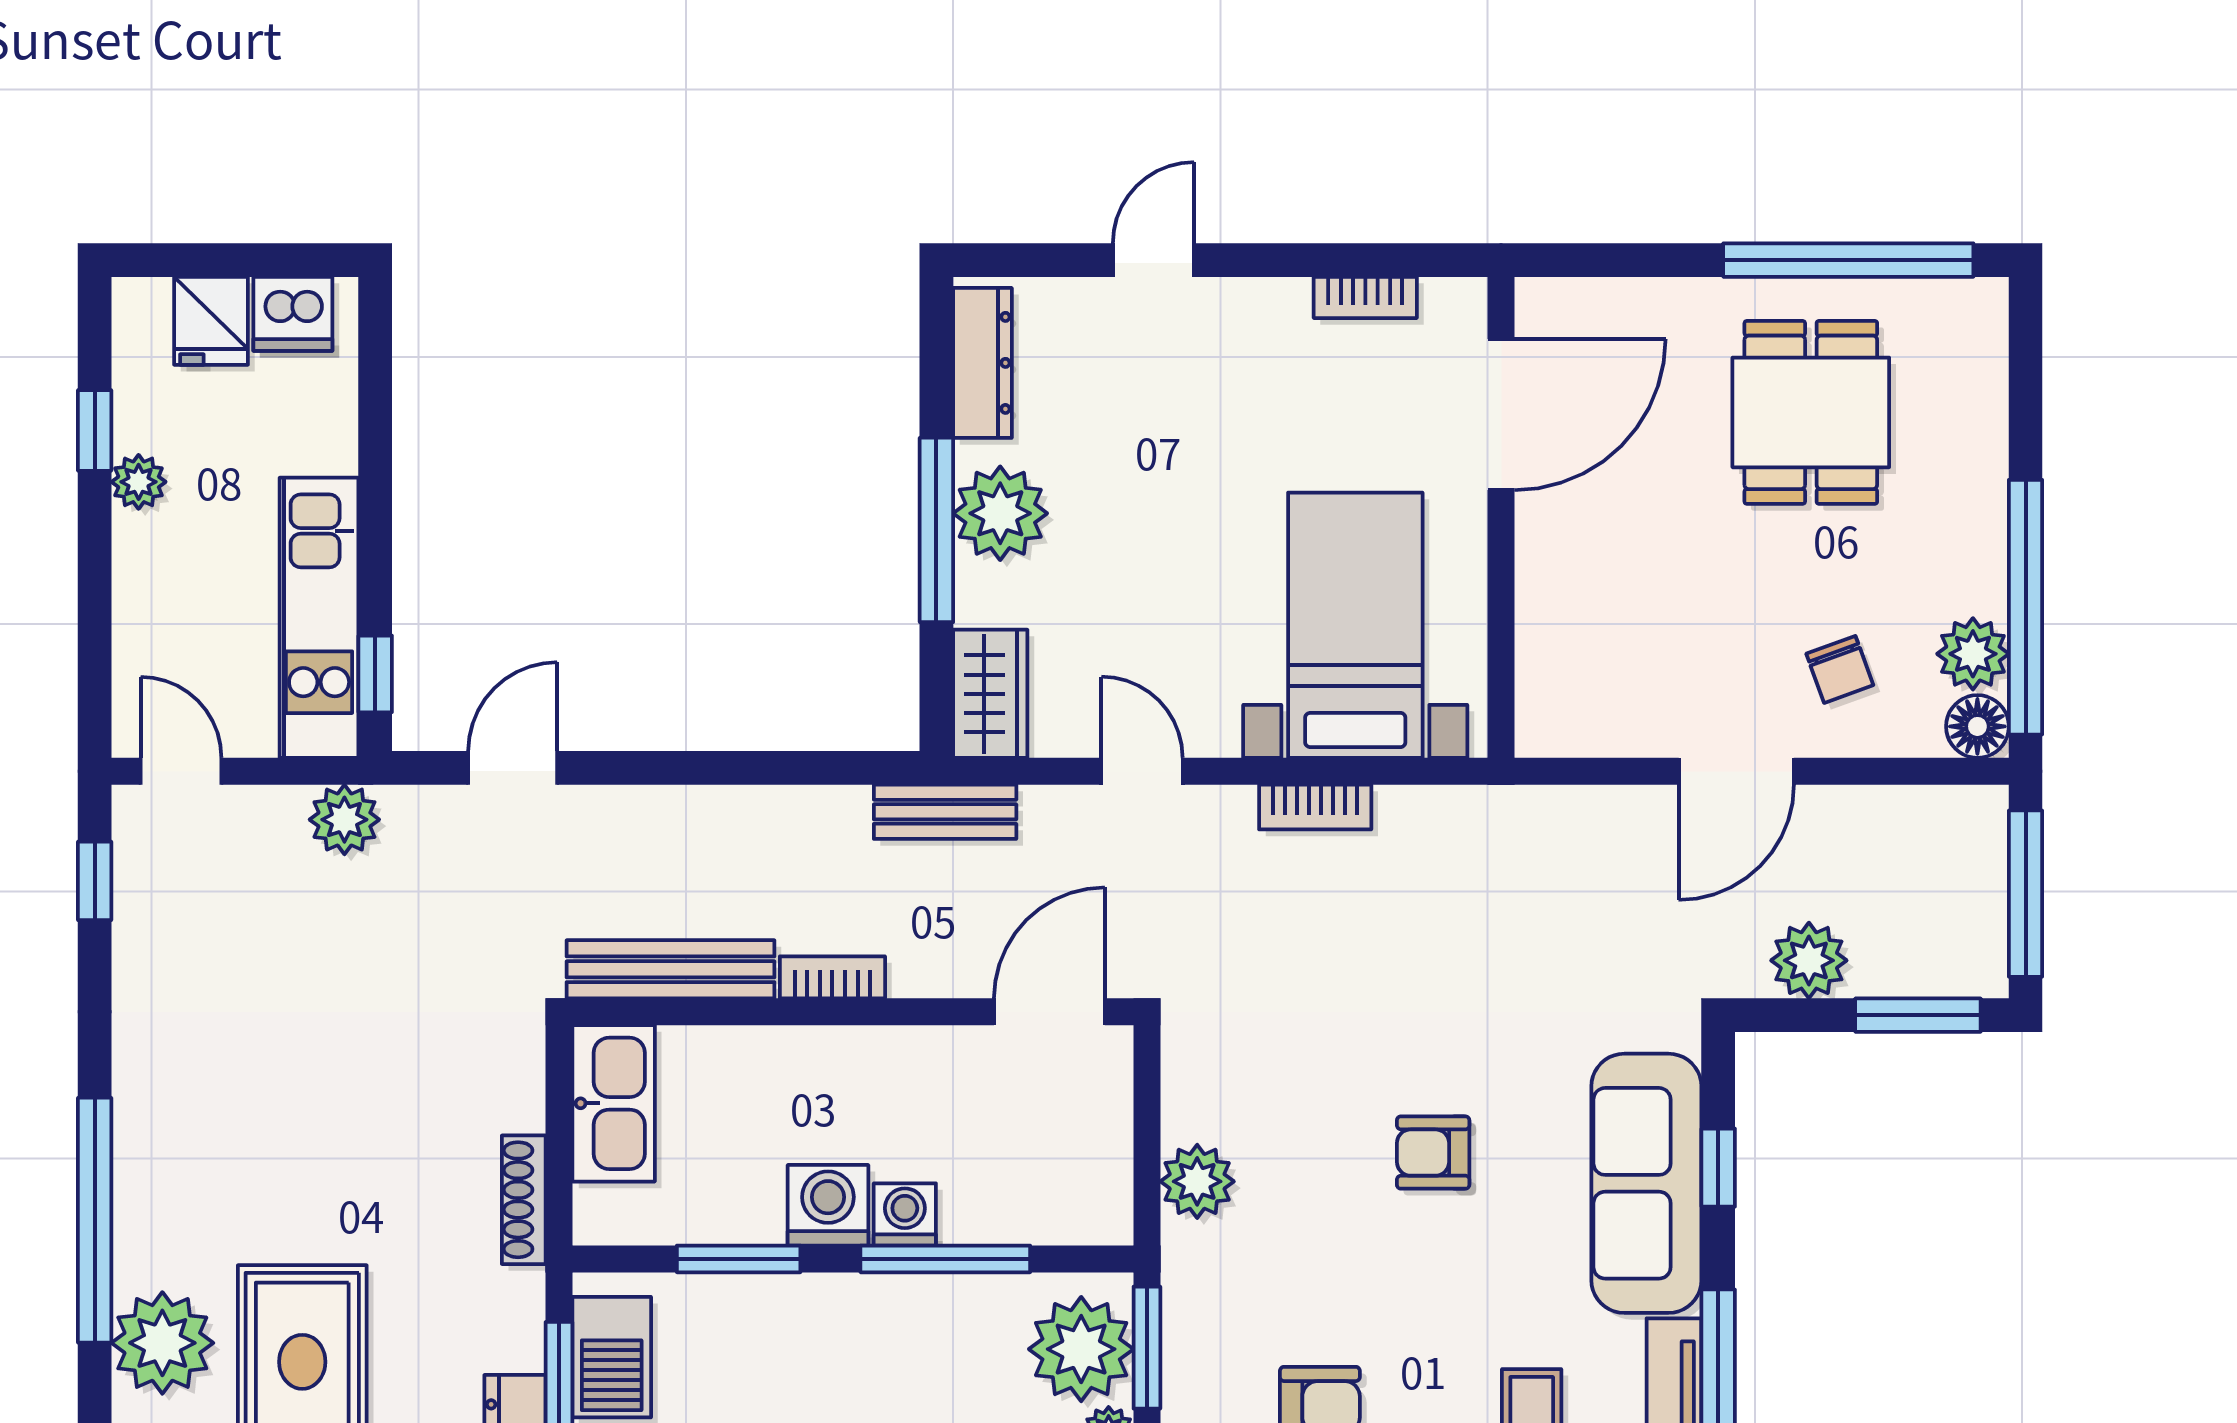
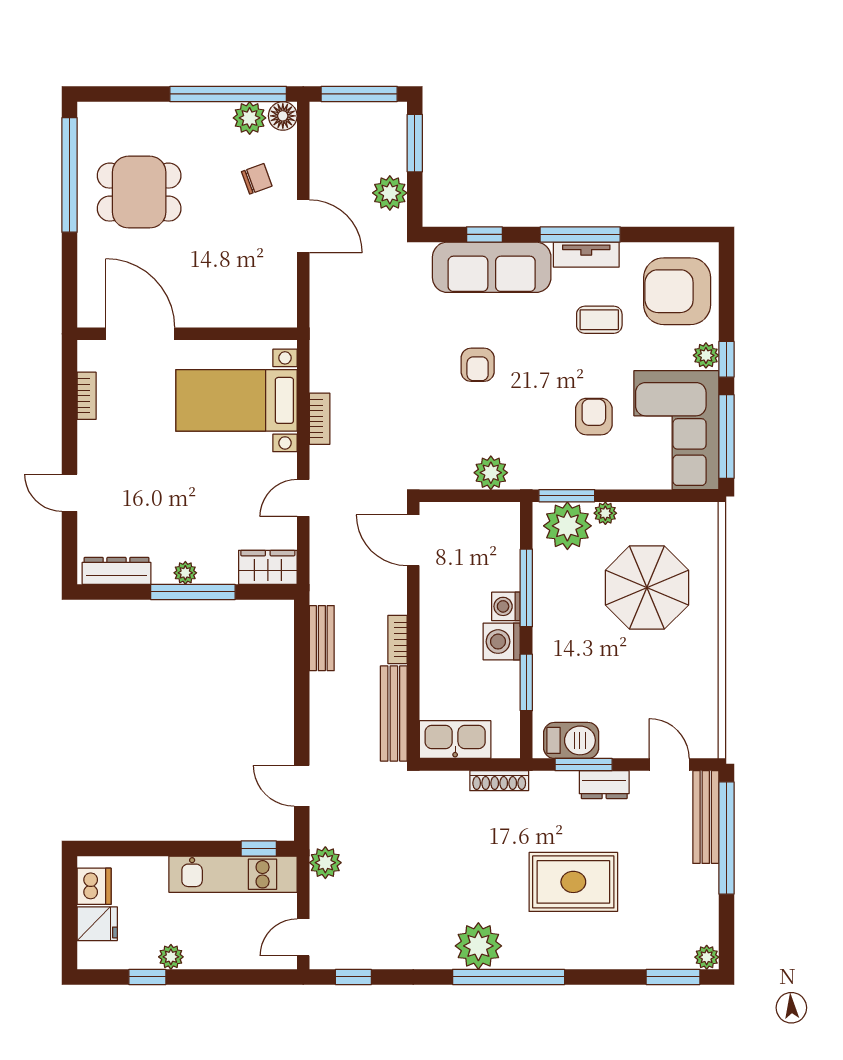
plant: (1000, 513) -> (185, 573), width x0.53, depth x0.53
bench: (945, 812) -> (322, 638), moved
plant: (162, 1343) -> (478, 946), moved

